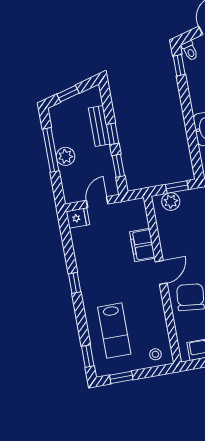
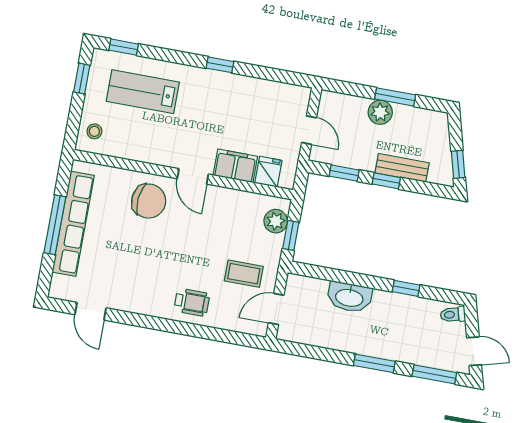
window: (179, 65) -> (406, 288), moved
window: (68, 94) -> (458, 164), moved
window: (51, 150) -> (395, 97), width x0.69
fridge: (78, 218) -> (268, 172), moved, turned 180

